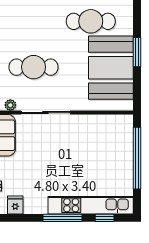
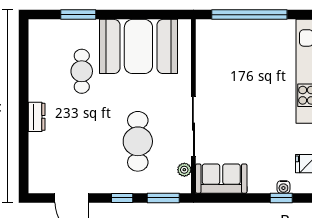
cafe table: (91, 21) -> (82, 71), width x0.73, depth x0.74
window: (137, 52) -> (78, 15), moved

